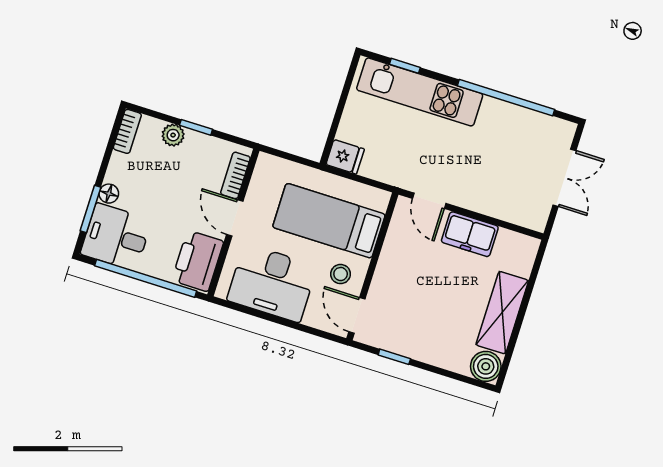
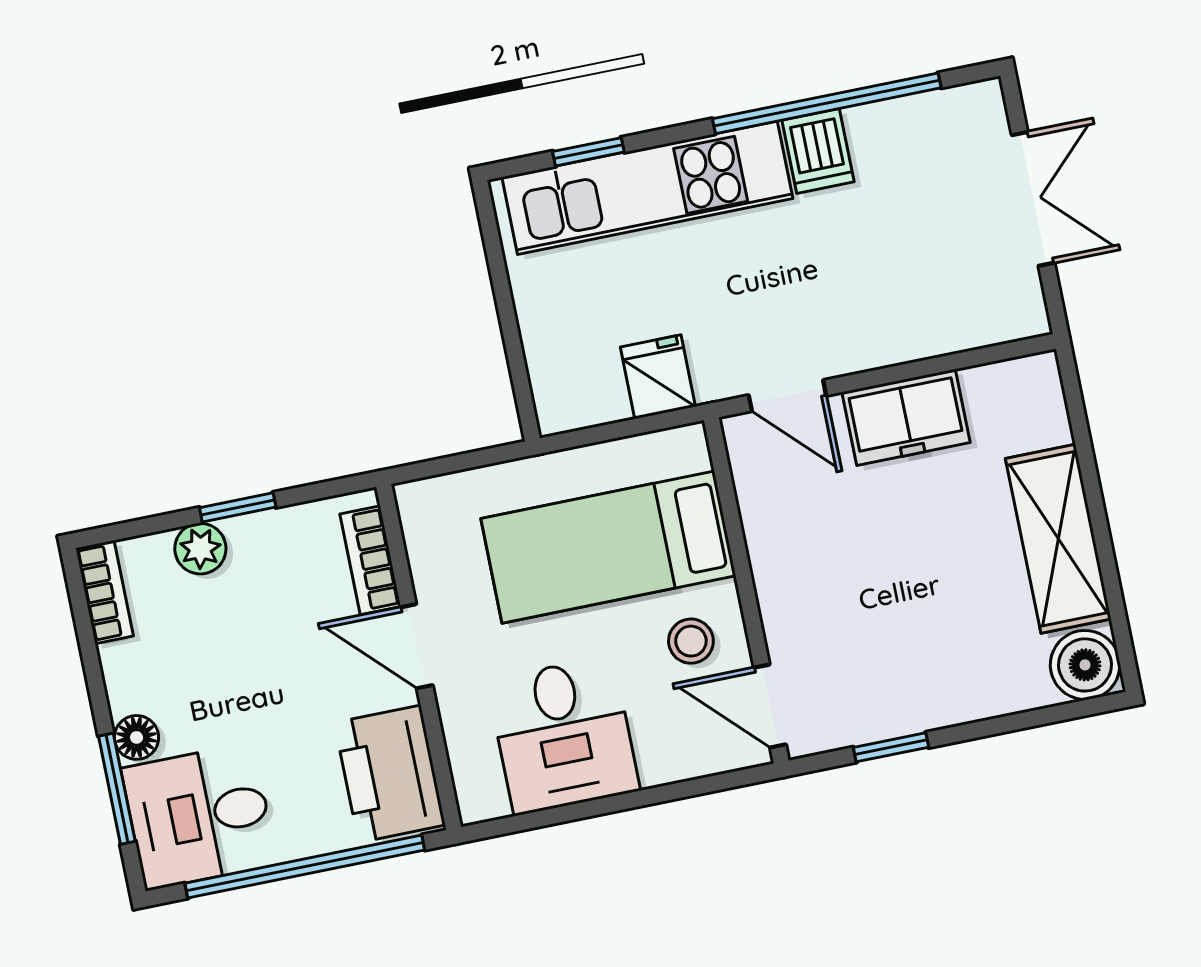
dishwasher: (493, 114) -> (818, 151), added
fridge: (345, 157) -> (658, 377), moved, turned -90
desk: (272, 283) -> (563, 735), width x0.73

